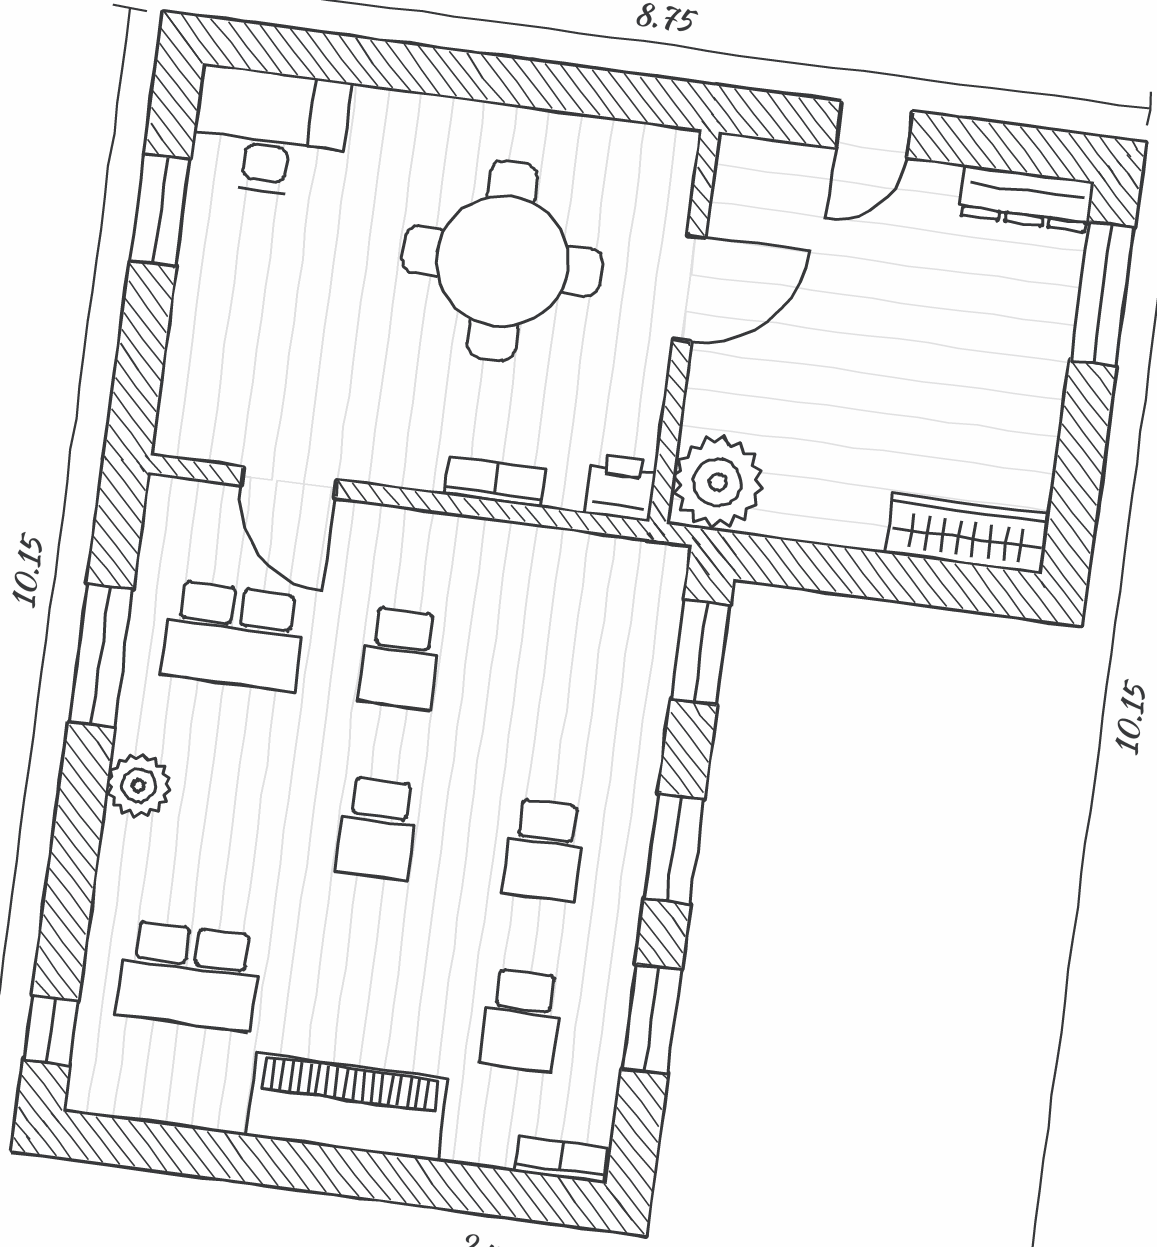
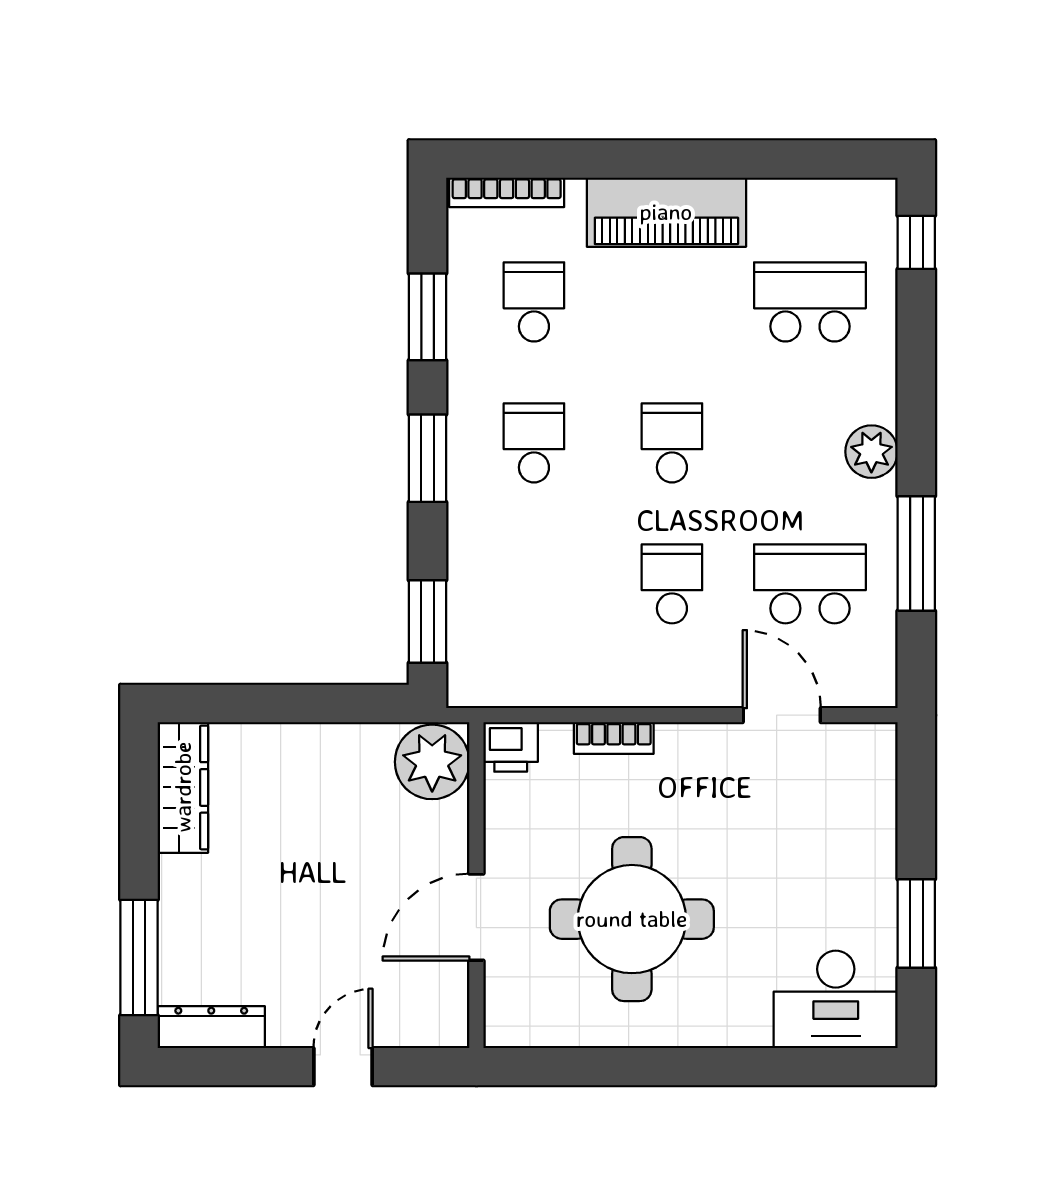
wardrobe: (967, 533) -> (183, 787), moved, turned -90
bookcase: (561, 1160) -> (507, 192), width x1.56

